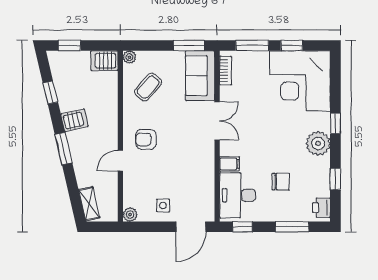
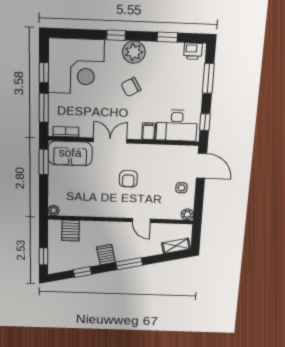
server rack: (104, 61) -> (71, 231), moved
coffee table: (148, 87) -> (79, 196), removed
armchair: (146, 139) -> (128, 179), moved
chair: (281, 182) -> (131, 87), moved, turned -120

